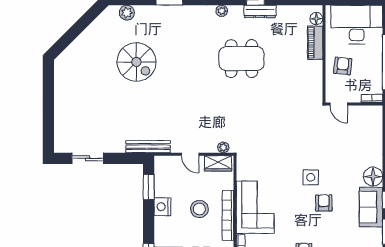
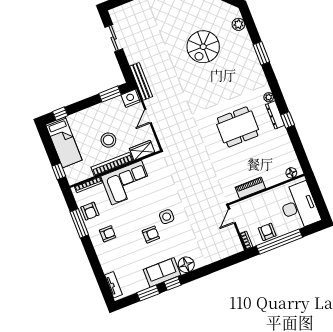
dresser: (260, 11) -> (275, 115), moved
piano: (315, 43) -> (250, 188), moved
dining table: (241, 59) -> (238, 127), turned 90
armchair: (343, 66) -> (267, 232), moved, turned -96
plant: (223, 147) -> (163, 140), removed
wardrobe: (218, 163) -> (142, 150), moved, turned 90
nightstand: (162, 207) -> (131, 98), moved

